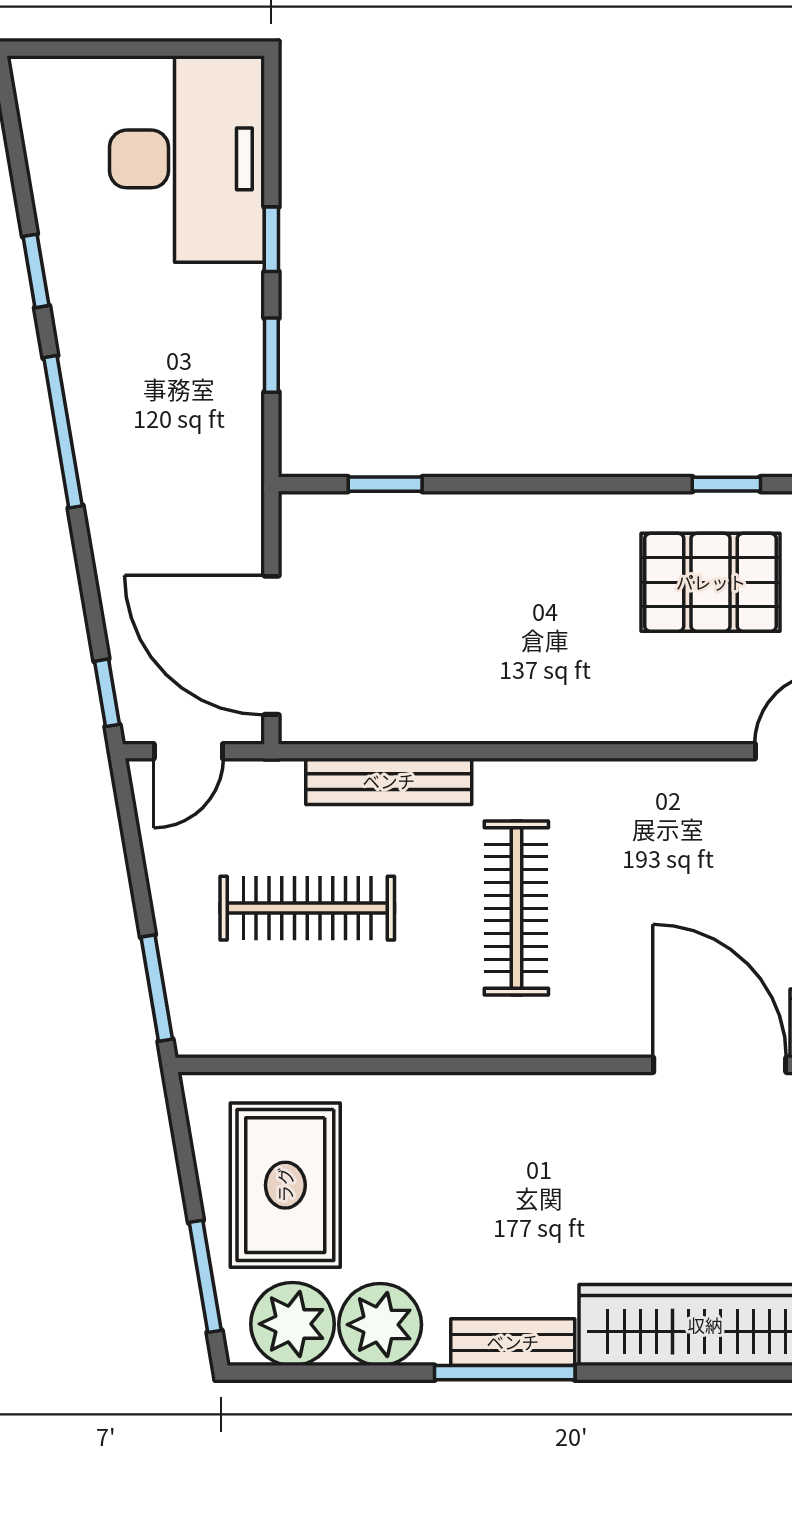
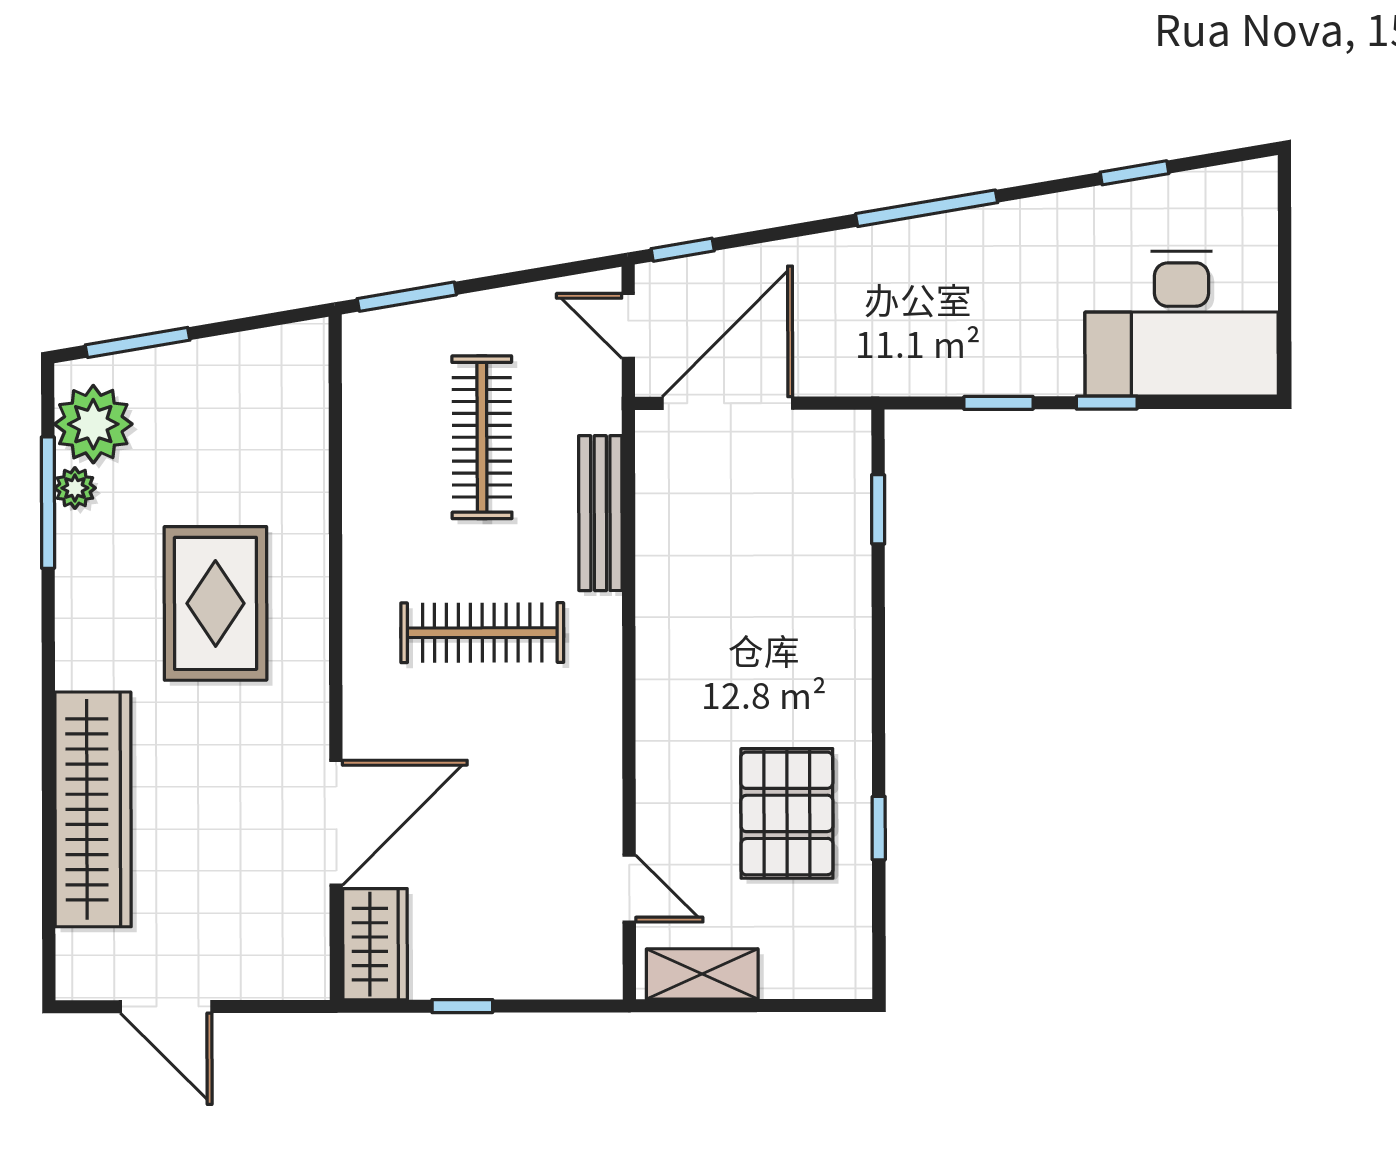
window: (36, 271) -> (1134, 173), moved
rug: (285, 1185) -> (216, 603), moved, turned 90
plant: (380, 1325) -> (75, 488), width x0.53, depth x0.53
bench: (513, 1342) -> (77, 630), removed
window: (505, 1373) -> (48, 503), moved

